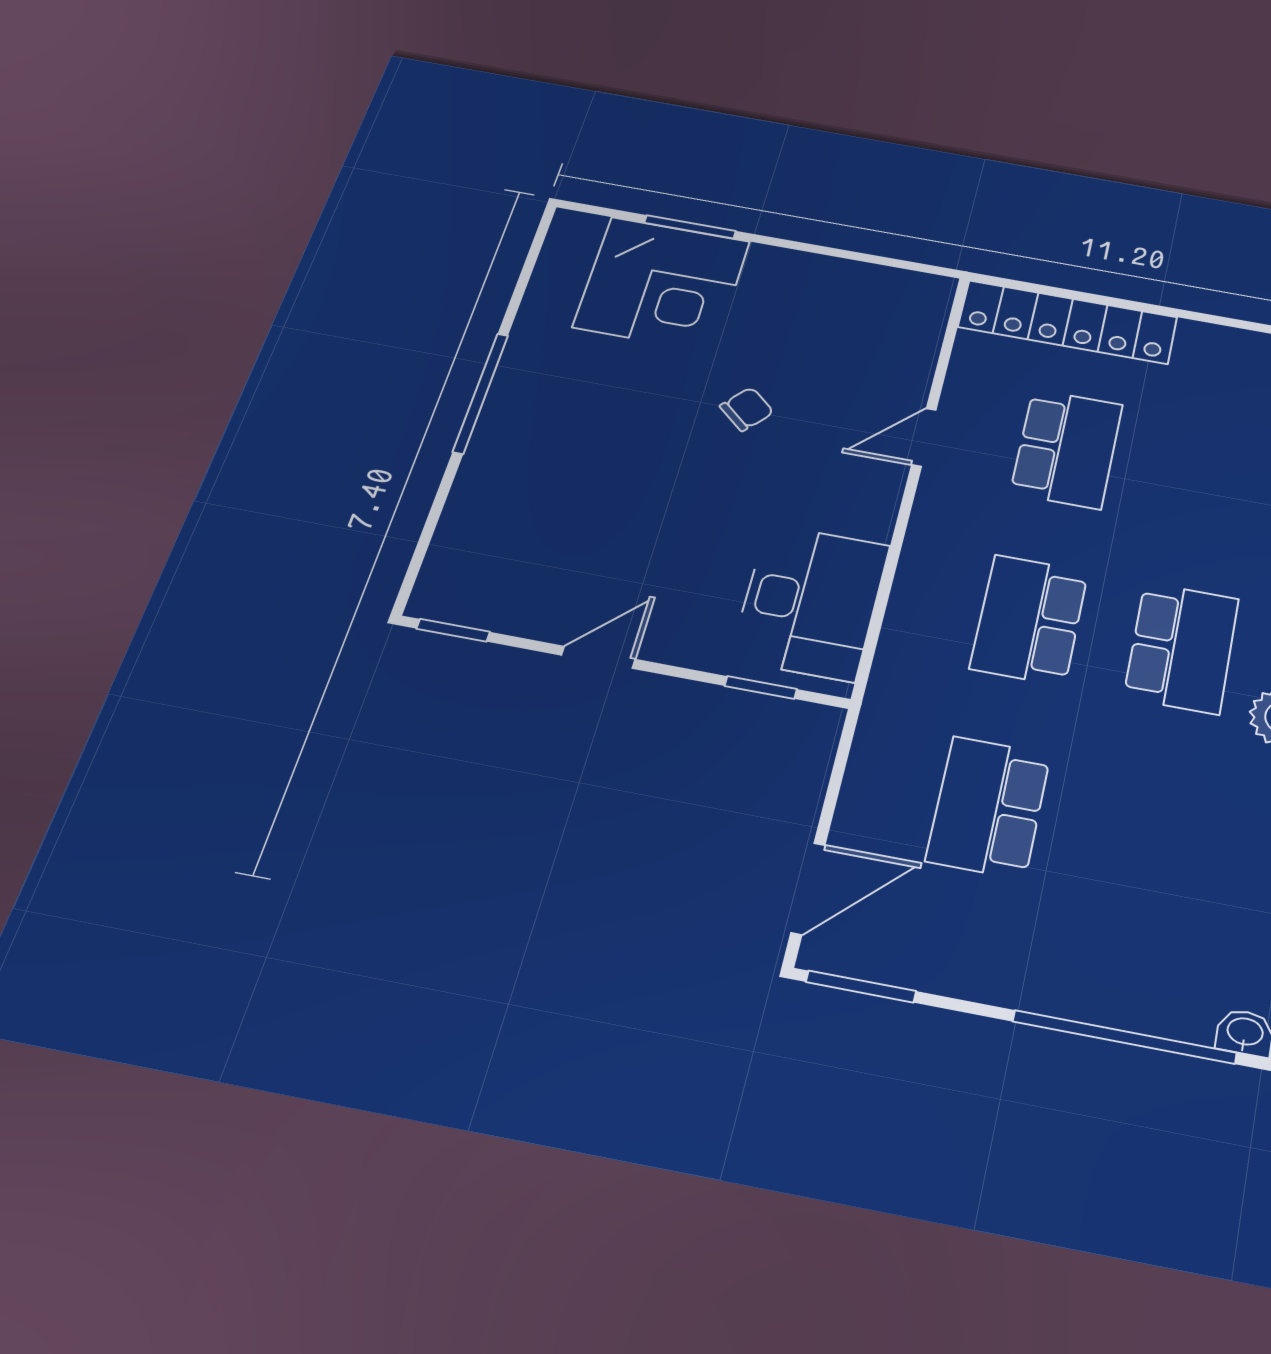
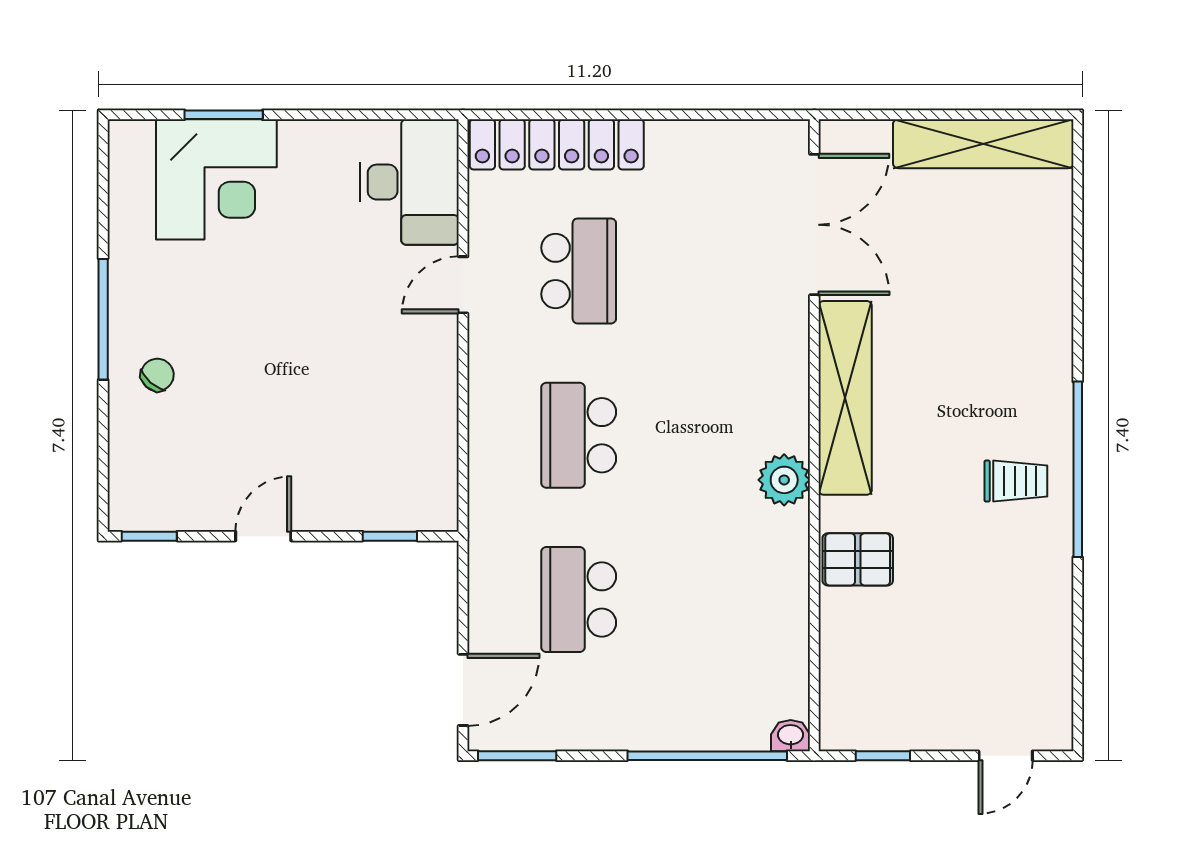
chair: (747, 409) -> (157, 375), moved
desk: (811, 602) -> (409, 182), moved
school desk: (1182, 648) -> (699, 435), removed

